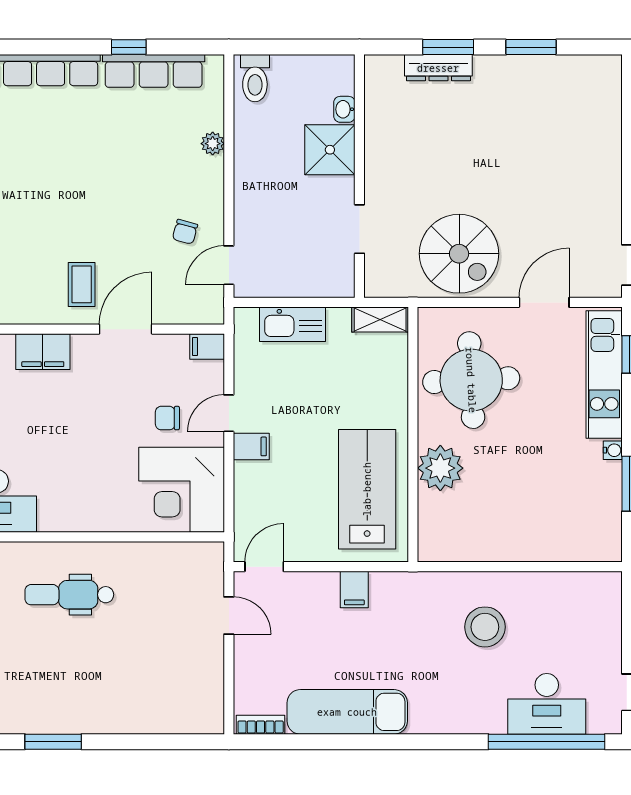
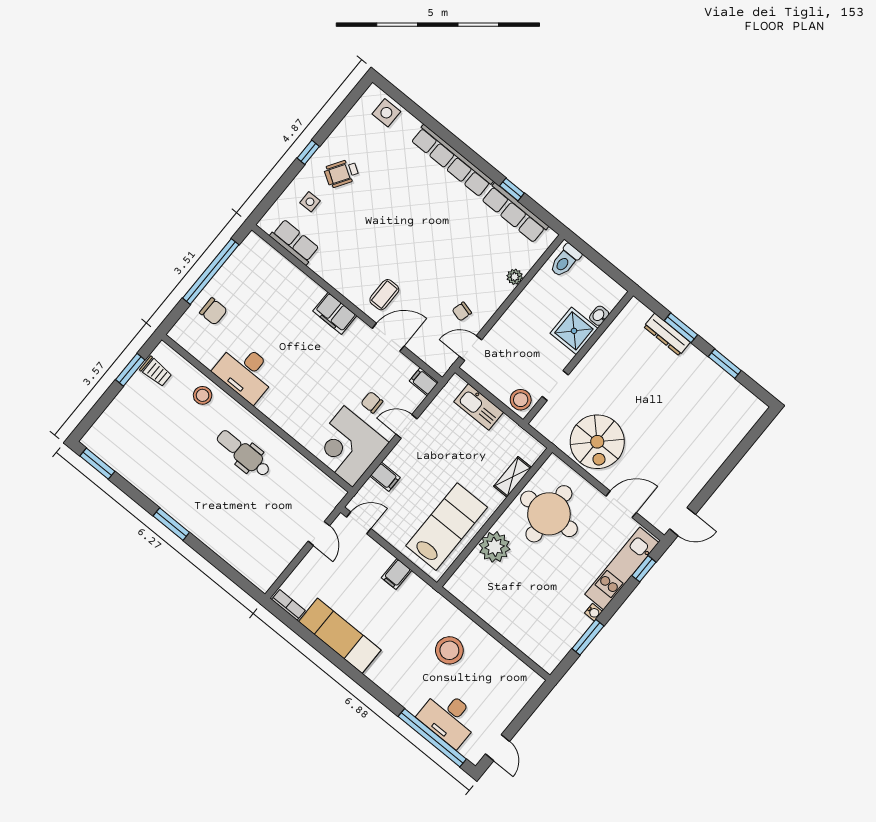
stool: (333, 277) -> (521, 400), added
shelving: (380, 320) -> (513, 477), moved, turned 90
filing cabinet: (251, 446) -> (385, 477), moved

